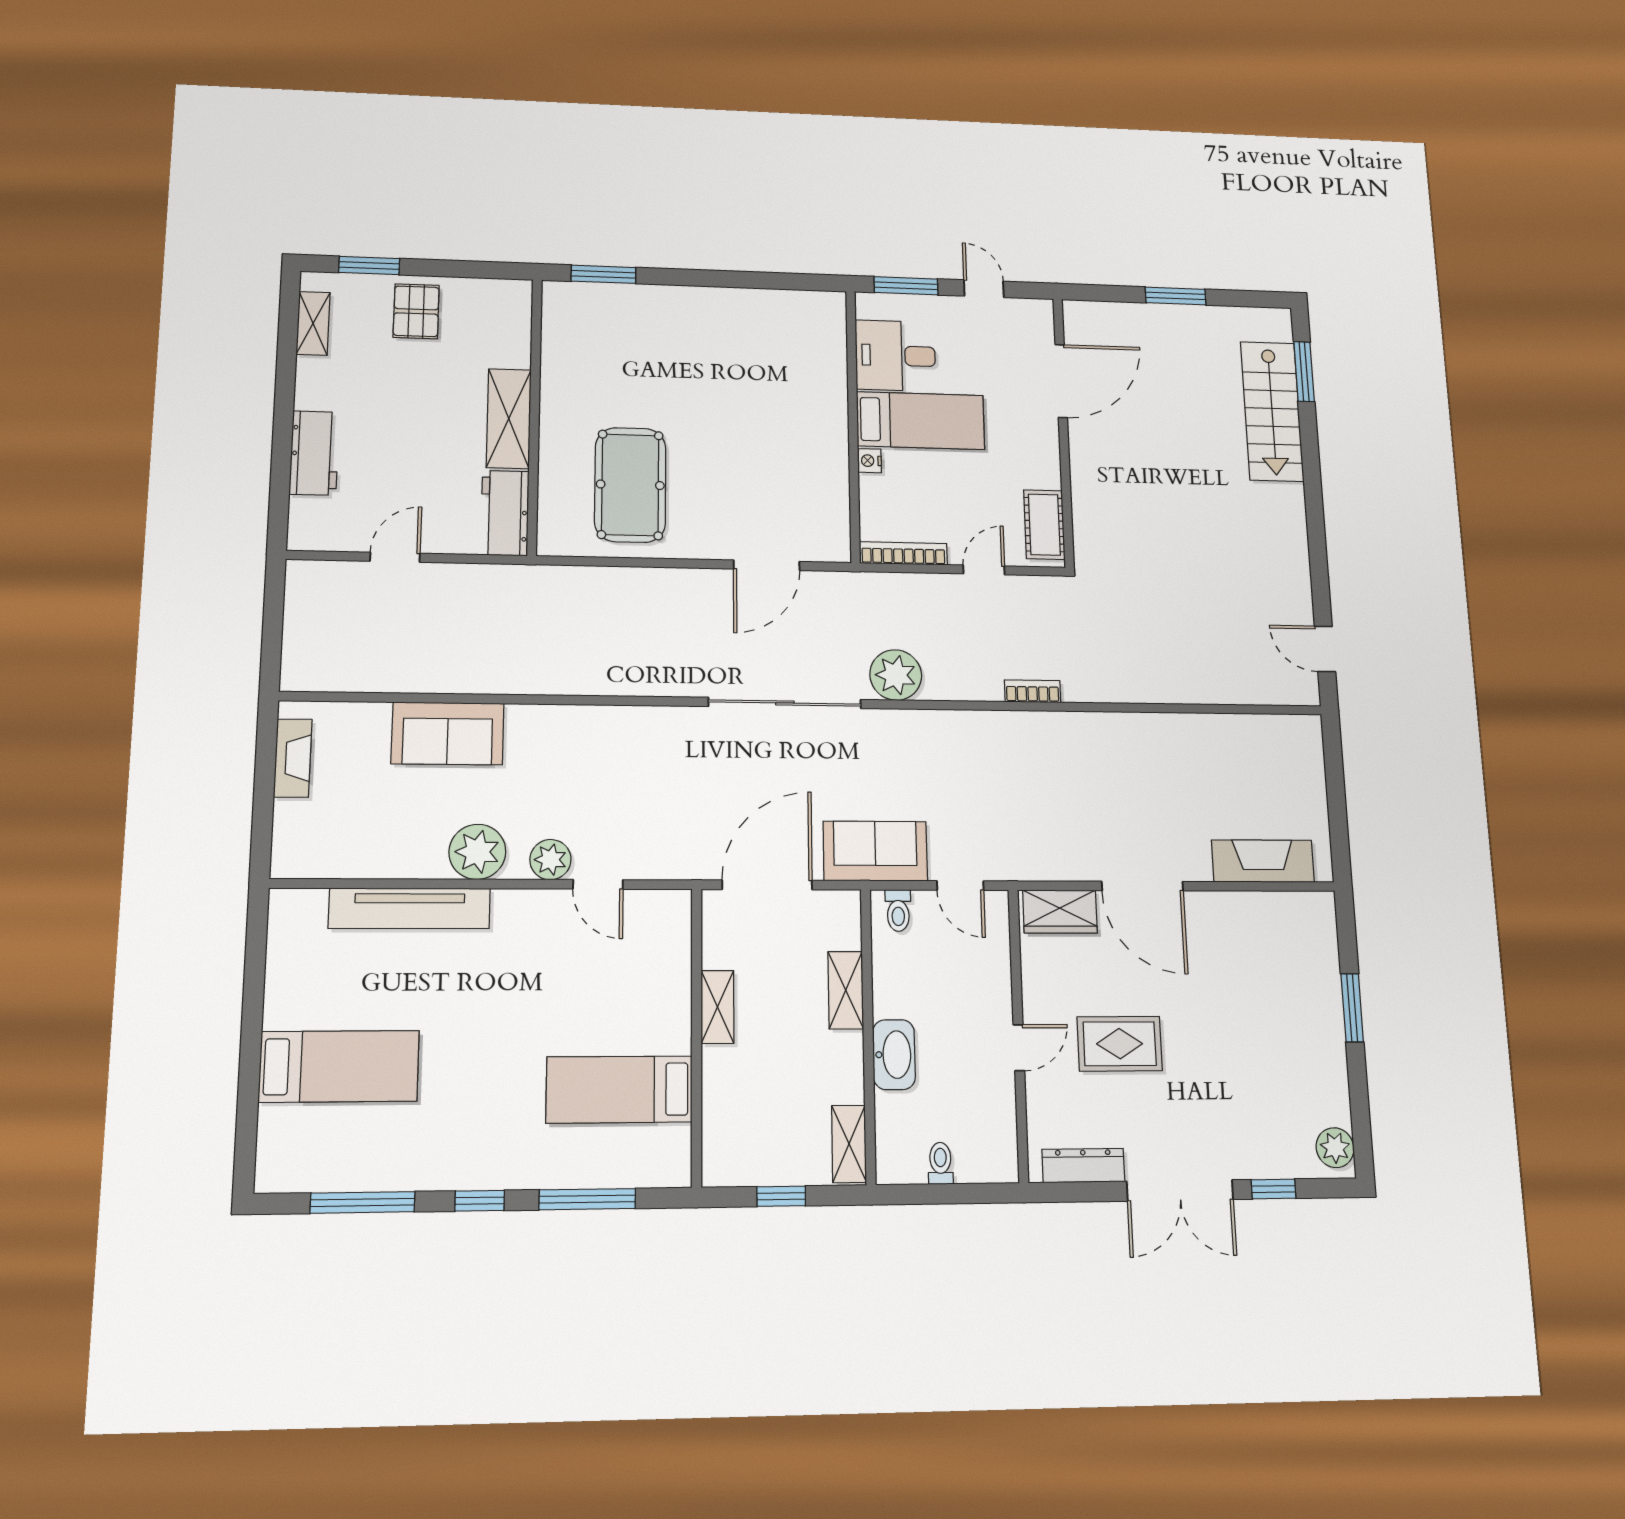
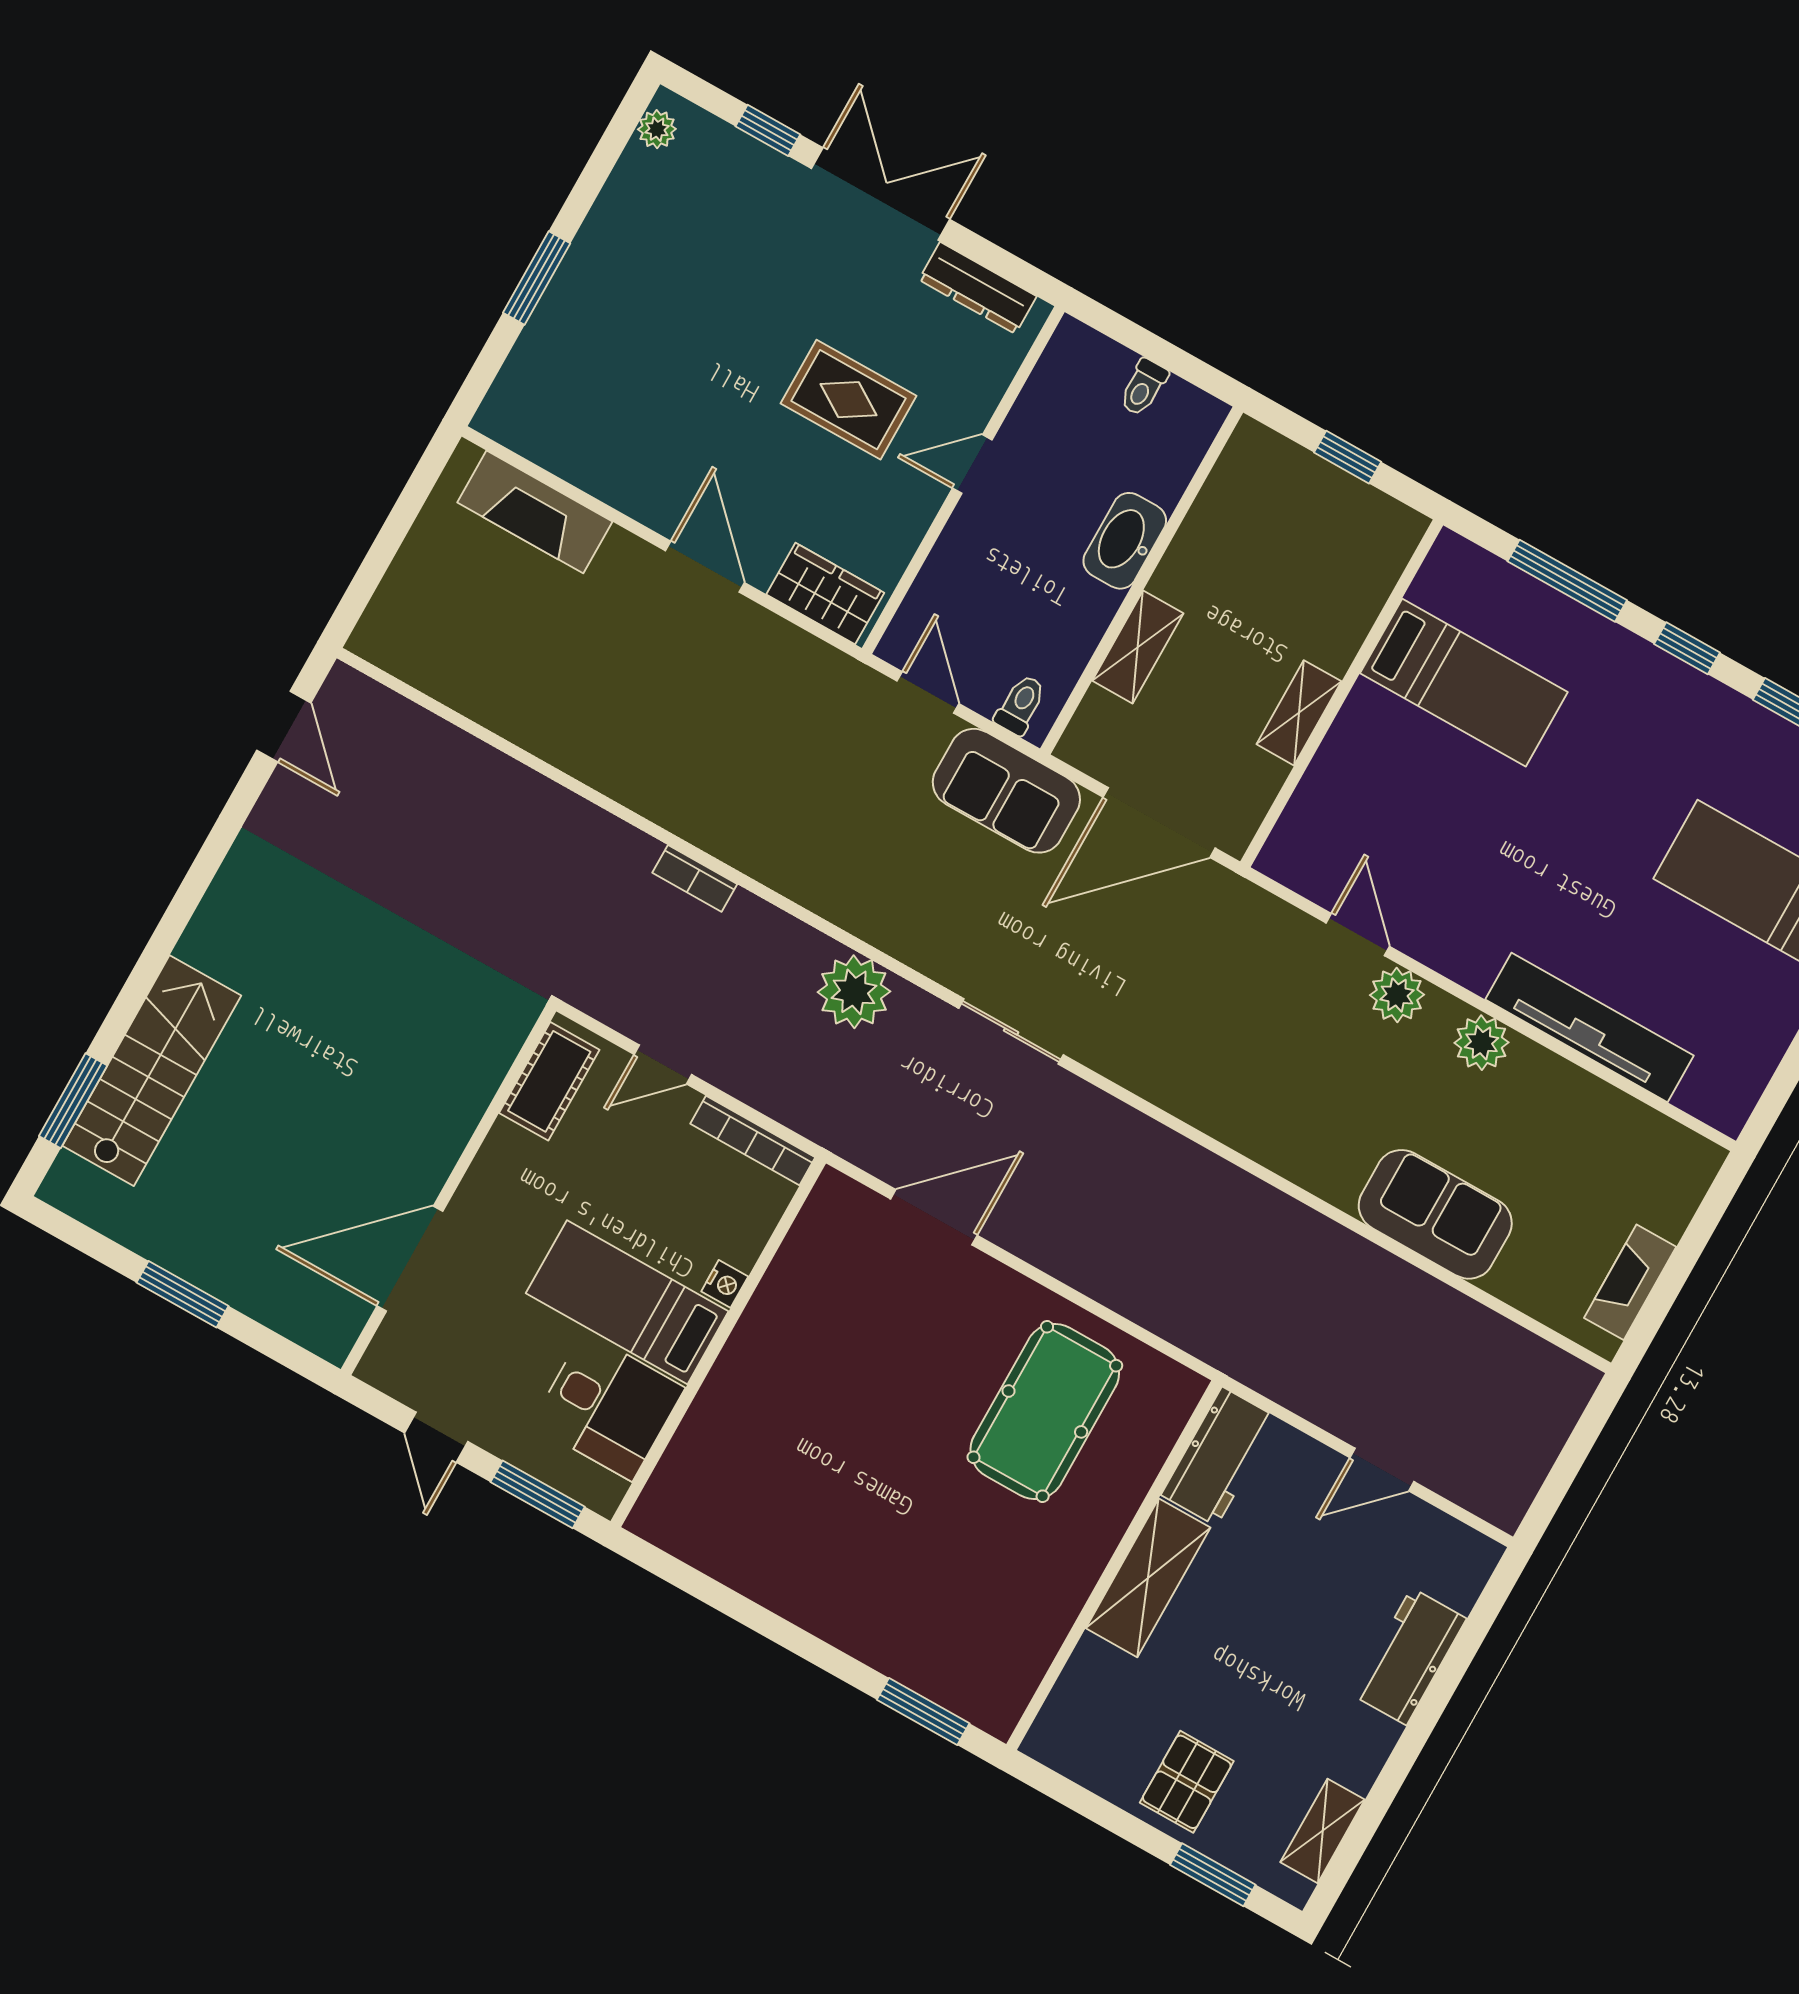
sliding door: (785, 703) -> (1011, 1031), width x0.54
plant: (477, 852) -> (1482, 1043), width x0.73, depth x0.73
door: (1142, 886) -> (705, 567), width x0.73
shelving: (849, 1144) -> (1236, 470), removed
plant: (1335, 1148) -> (657, 129), width x0.73, depth x0.73

